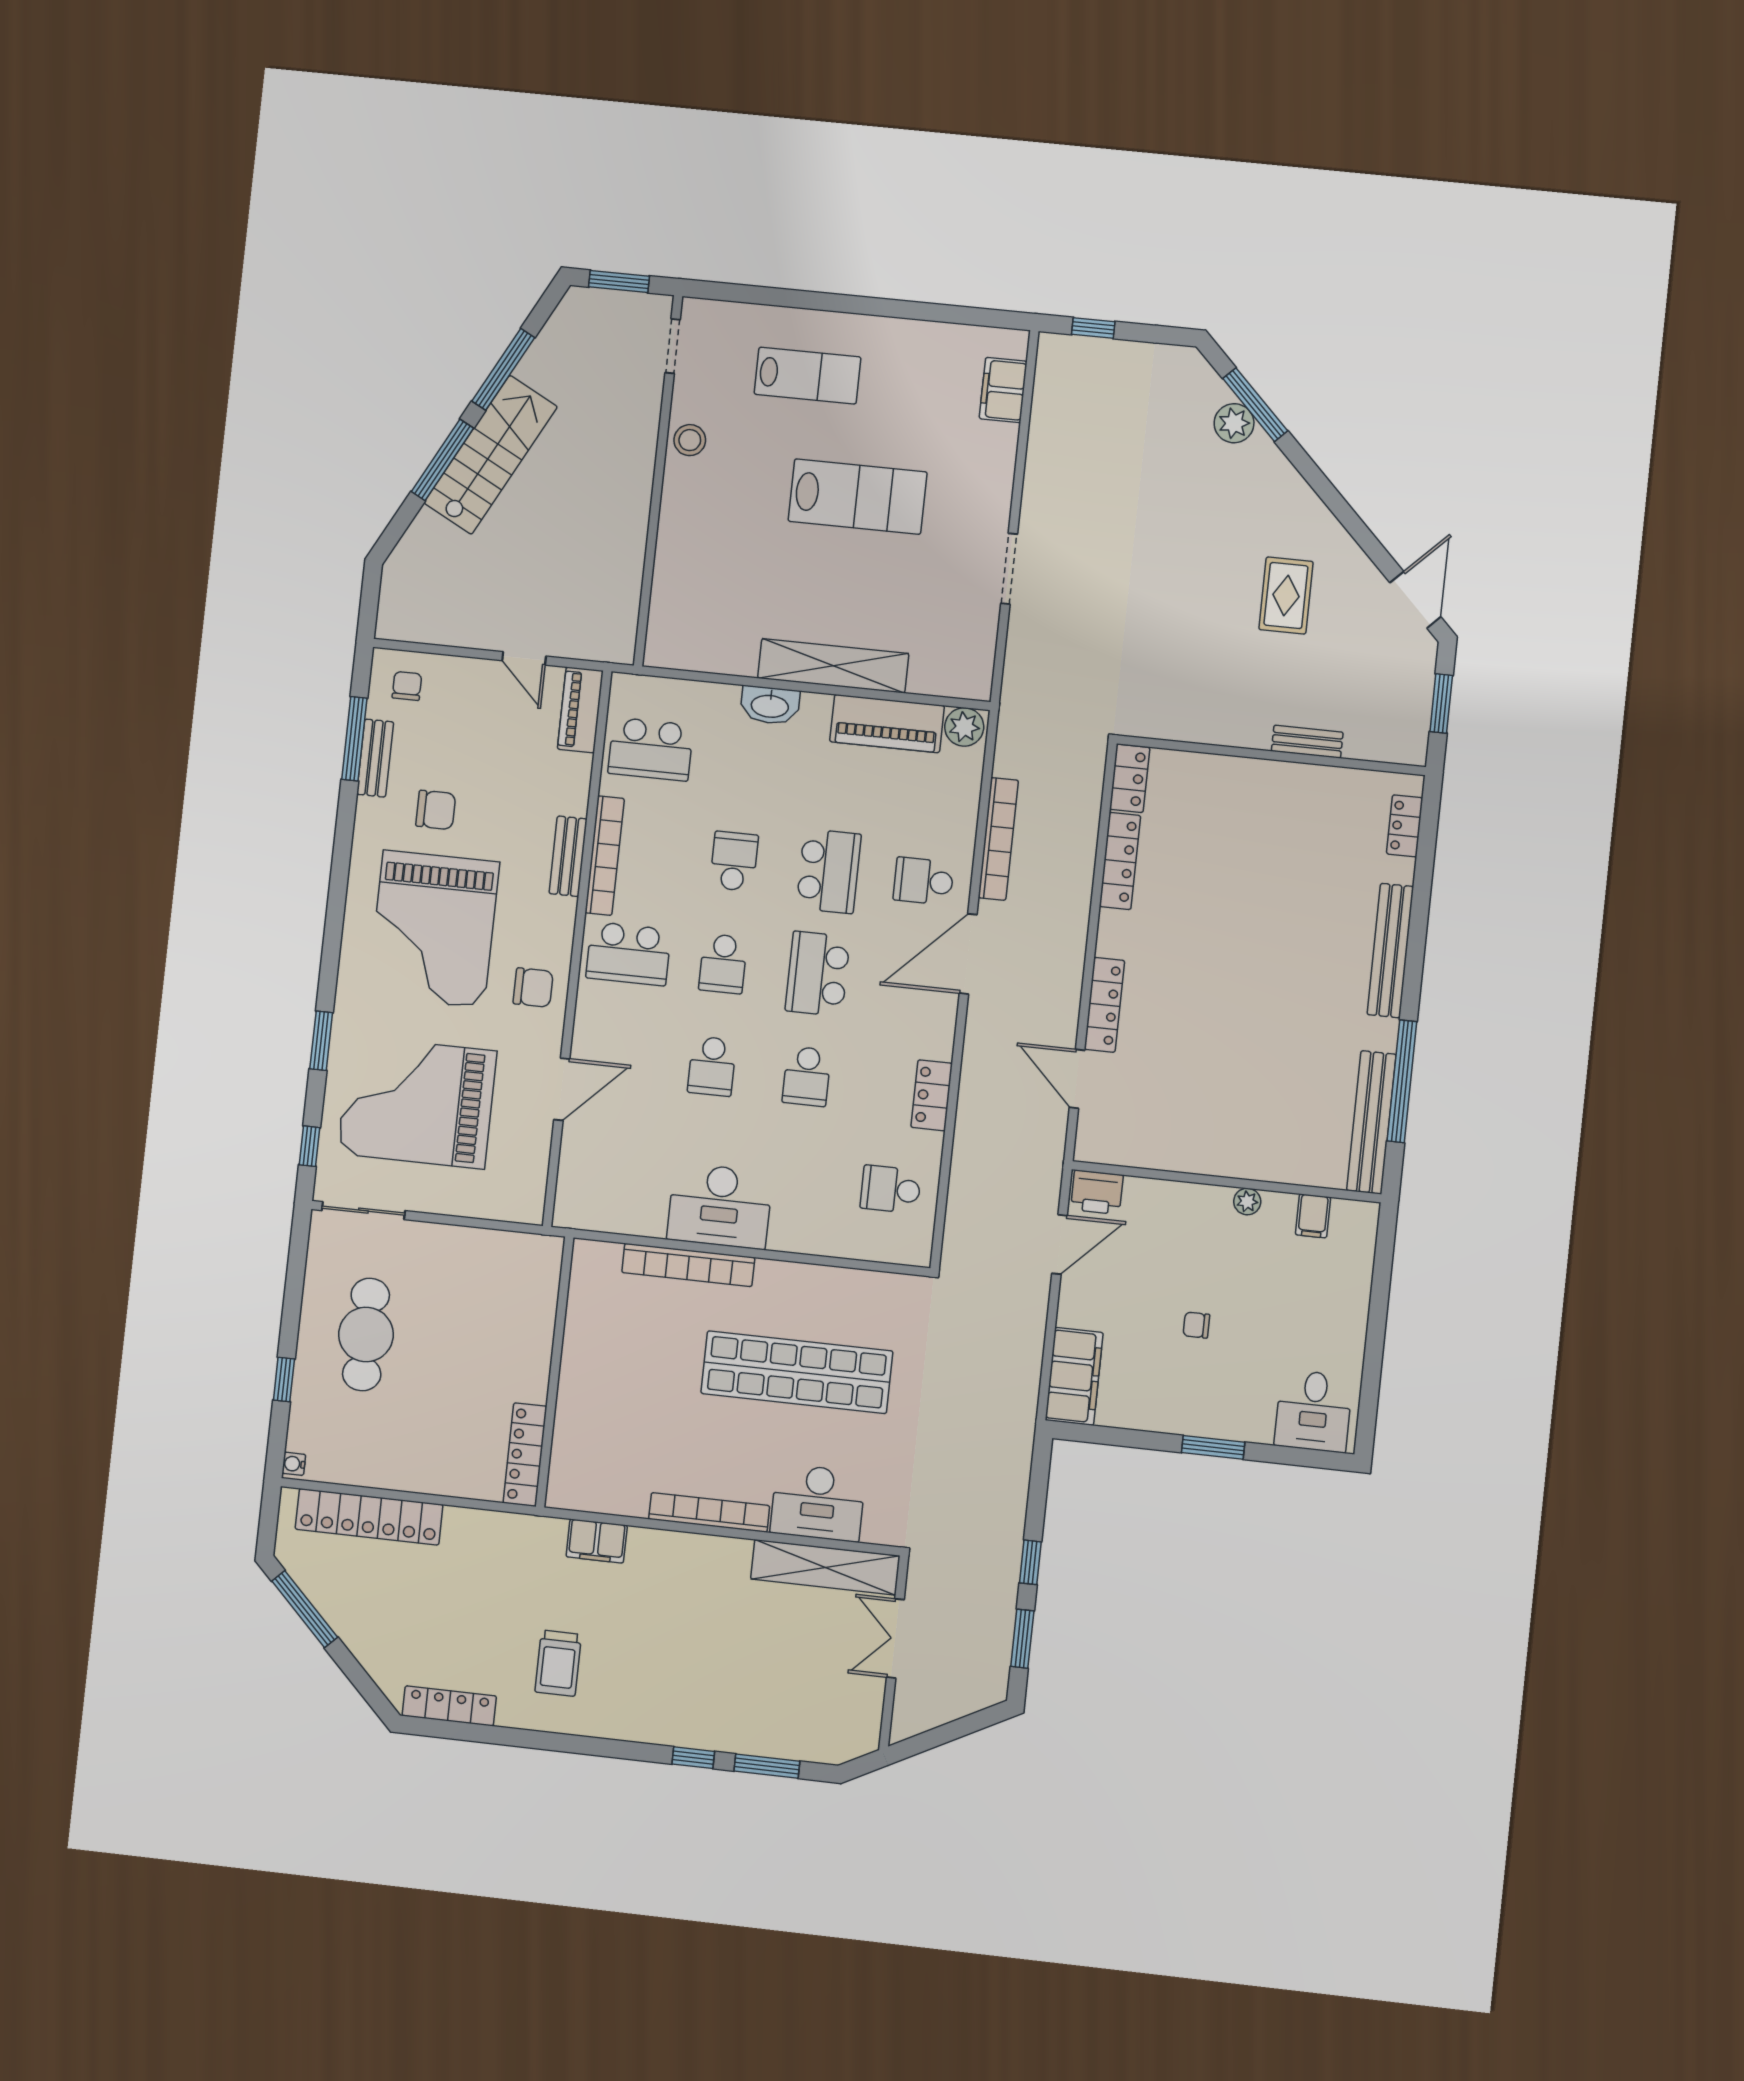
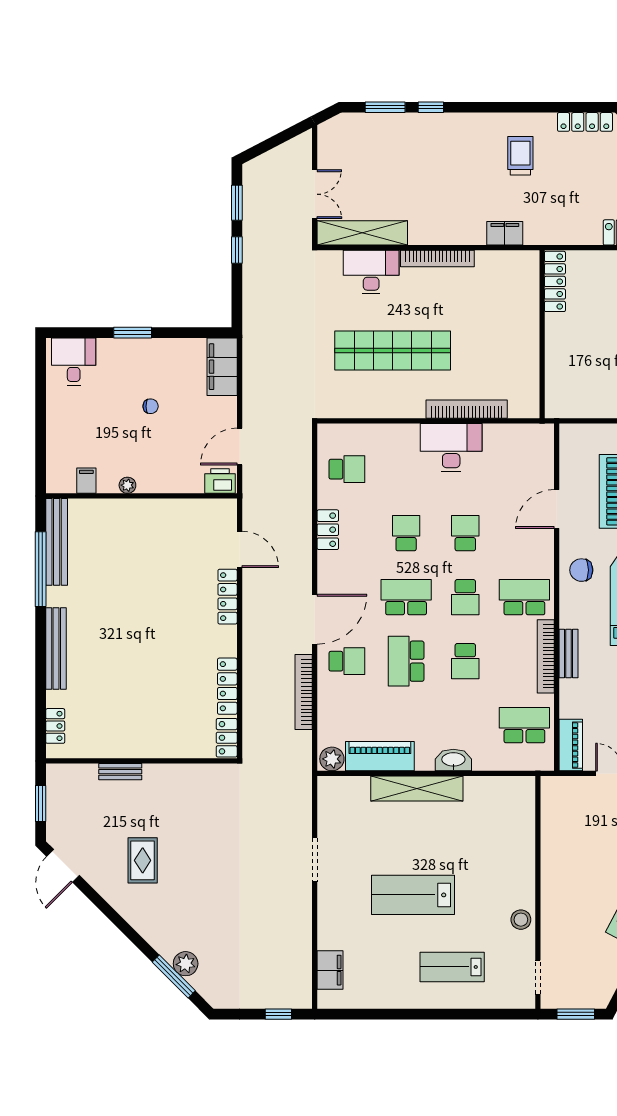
school desk: (723, 964) -> (465, 597), turned 180
school desk: (818, 974) -> (406, 597), turned -90

